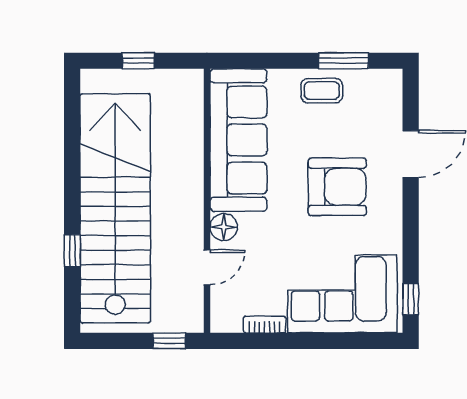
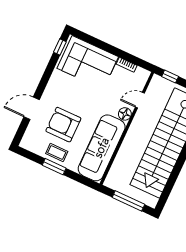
window: (138, 61) -> (128, 201), width x2.17
window: (343, 61) -> (54, 167), moved
armchair: (337, 187) -> (63, 125), moved

